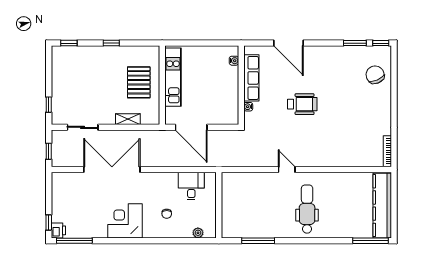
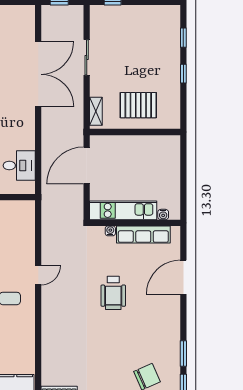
window: (69, 43) -> (183, 38), moved
kitchen unit: (173, 77) -> (123, 210), moved, turned 180
shelving: (128, 119) -> (96, 111), moved
sliding door: (83, 127) -> (87, 57), moved

